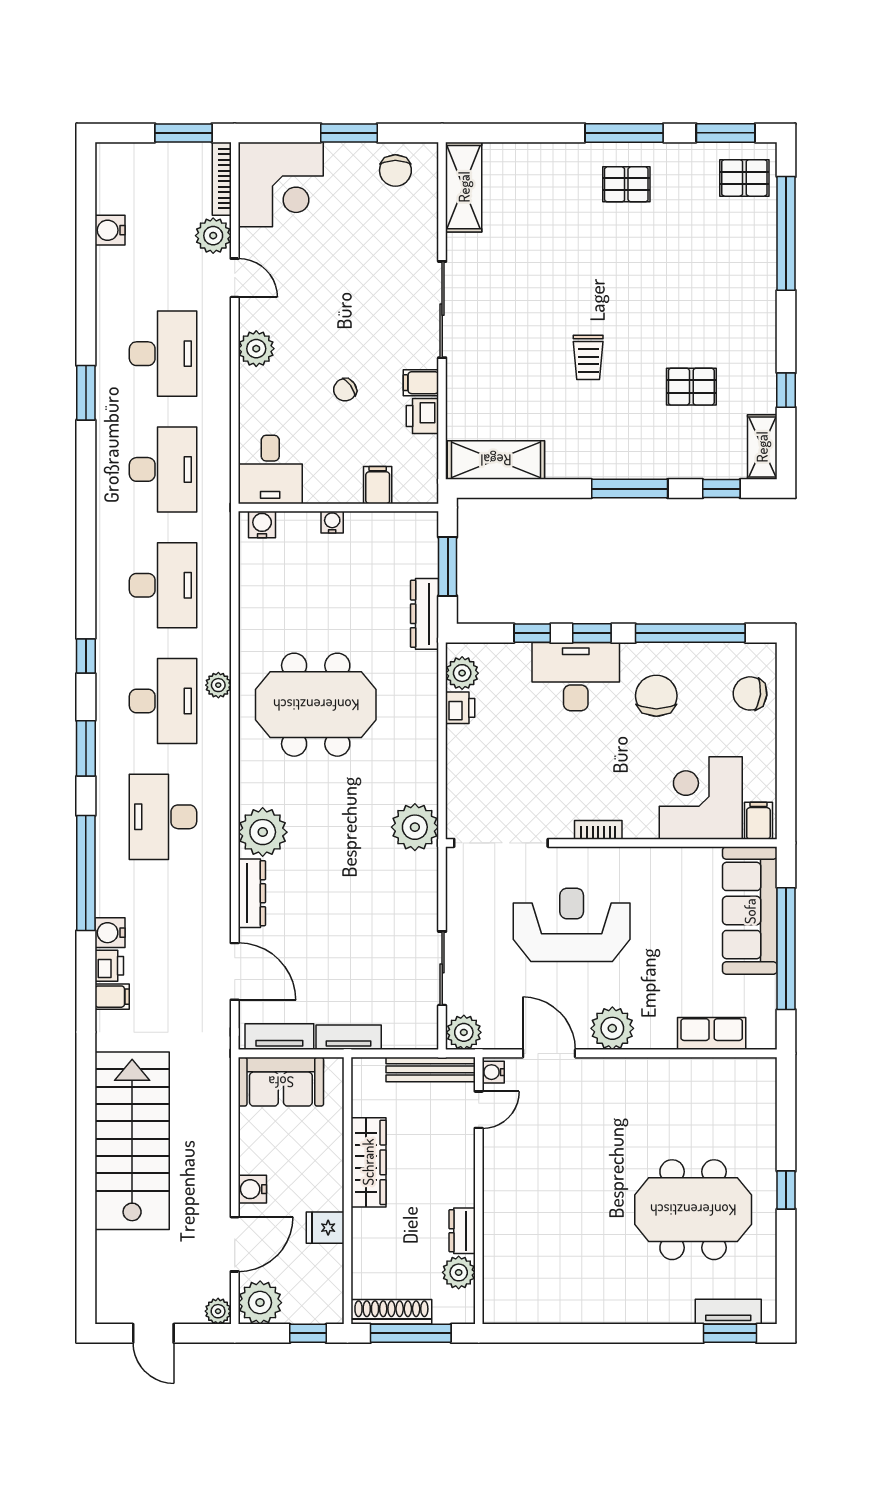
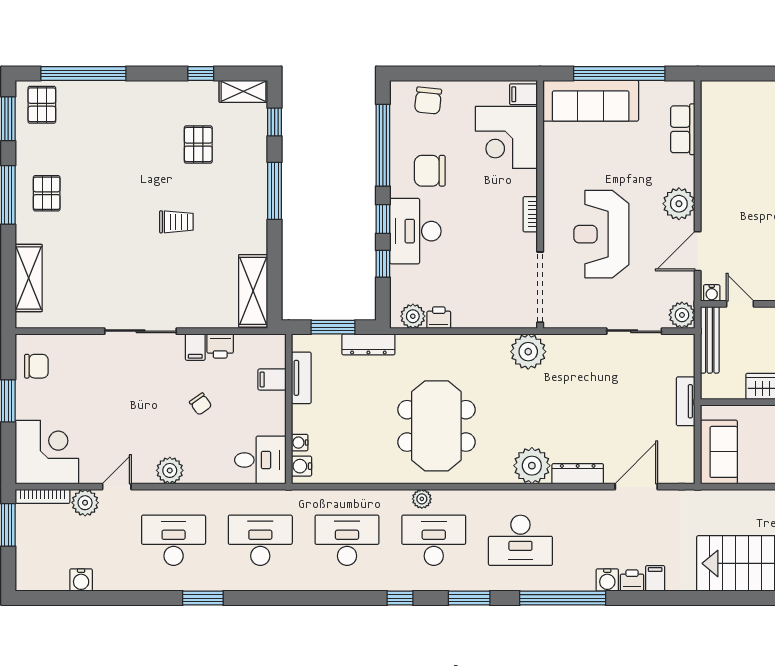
shelving: (464, 187) -> (29, 278), moved, turned 90
water cooler: (332, 522) -> (300, 443), moved
tv unit: (279, 1037) -> (301, 378), moved, turned 180

